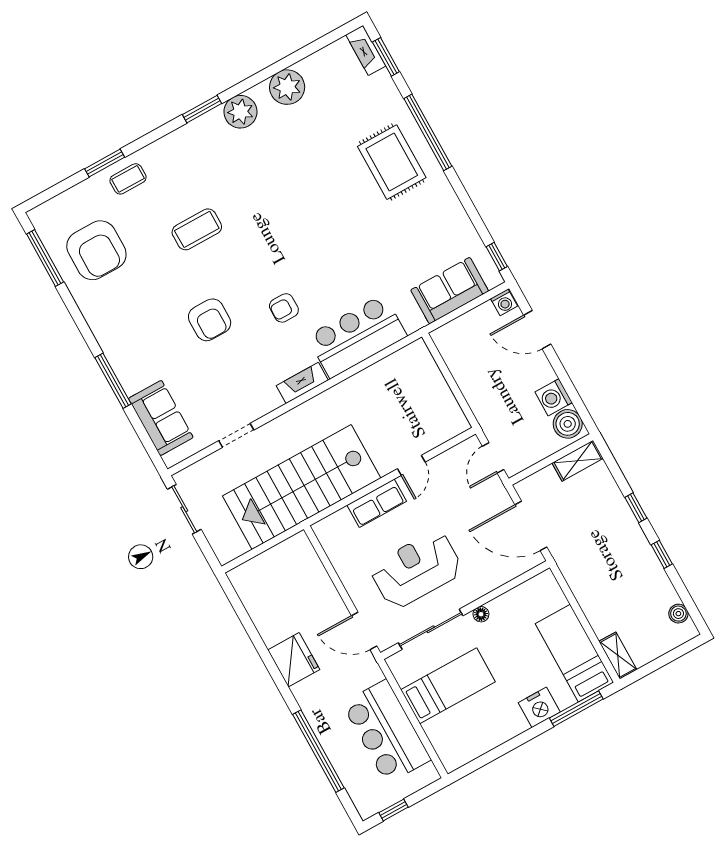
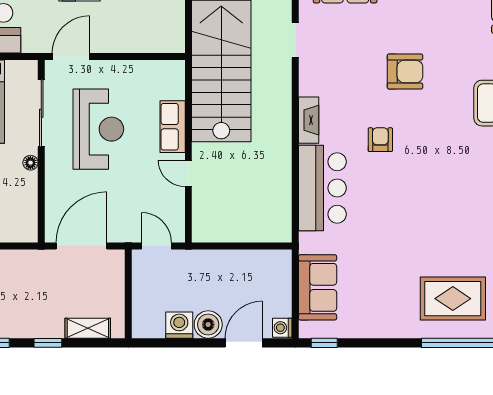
armchair: (210, 320) -> (405, 72), turned 180
boiler: (568, 424) -> (208, 325), moved
shelving: (578, 461) -> (88, 328), moved, turned 90

